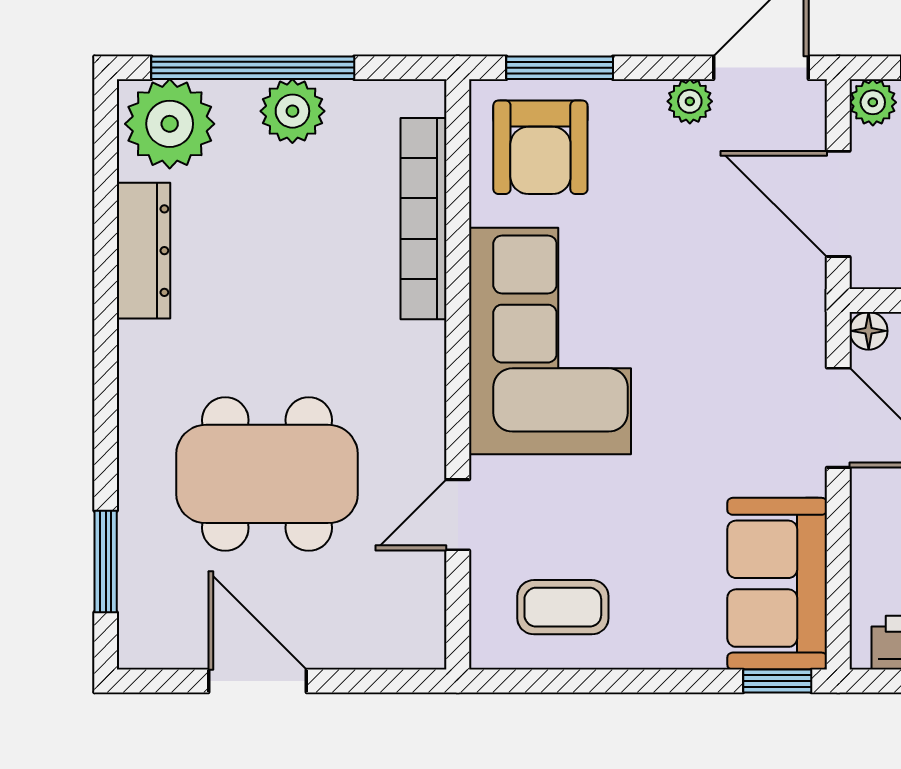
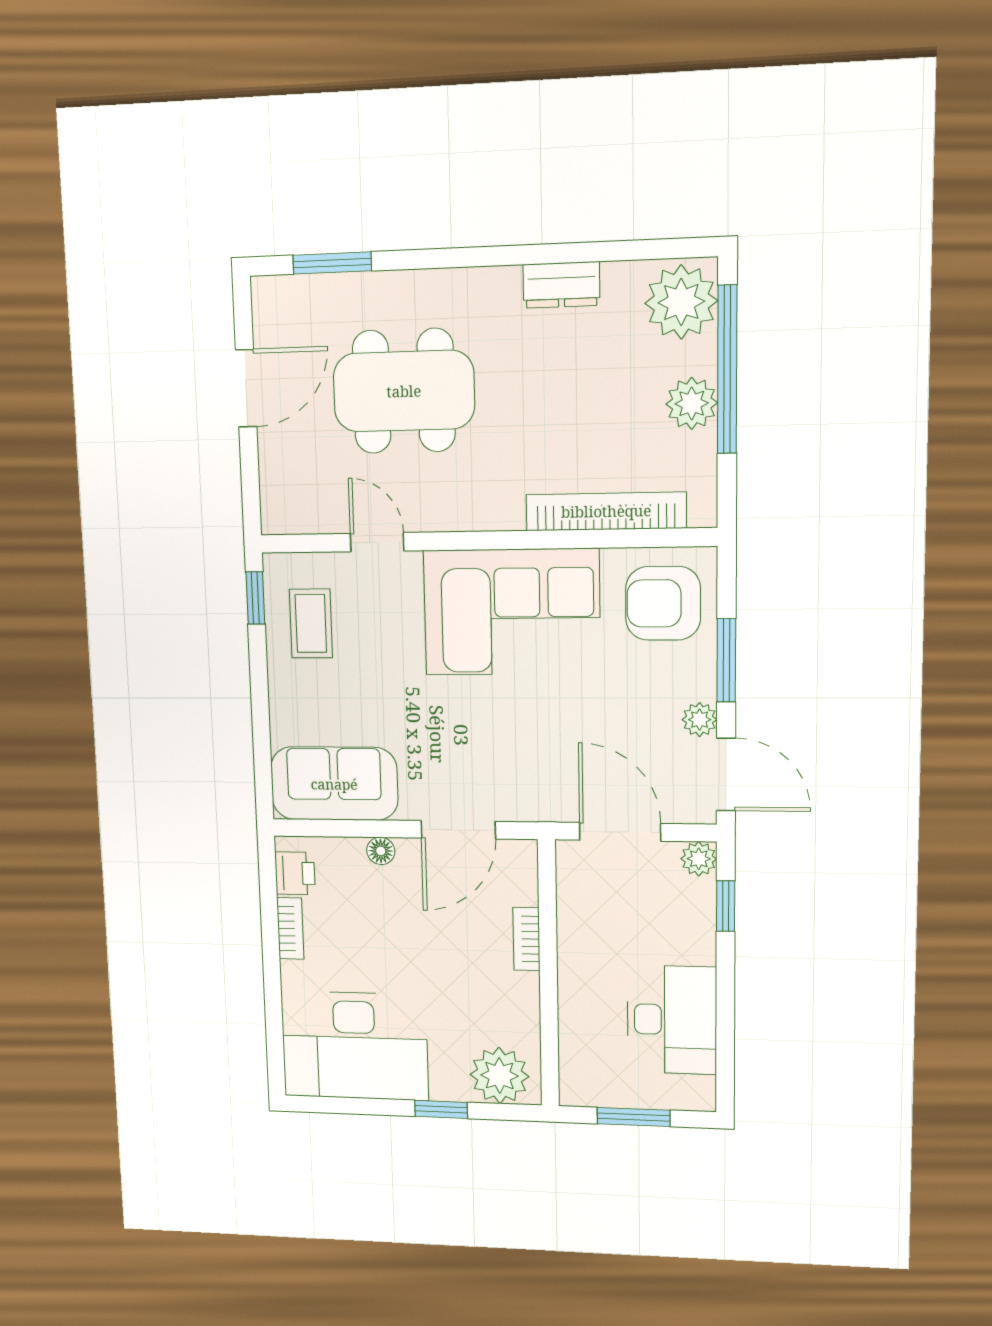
window: (560, 68) -> (726, 660), moved
door: (838, 204) -> (620, 832), hinge flipped
dresser: (144, 251) -> (561, 285), width x0.70
floor lamp: (869, 331) -> (381, 851), moved
dining table: (267, 474) -> (404, 391), turned 90
window: (777, 681) -> (255, 598), moved

